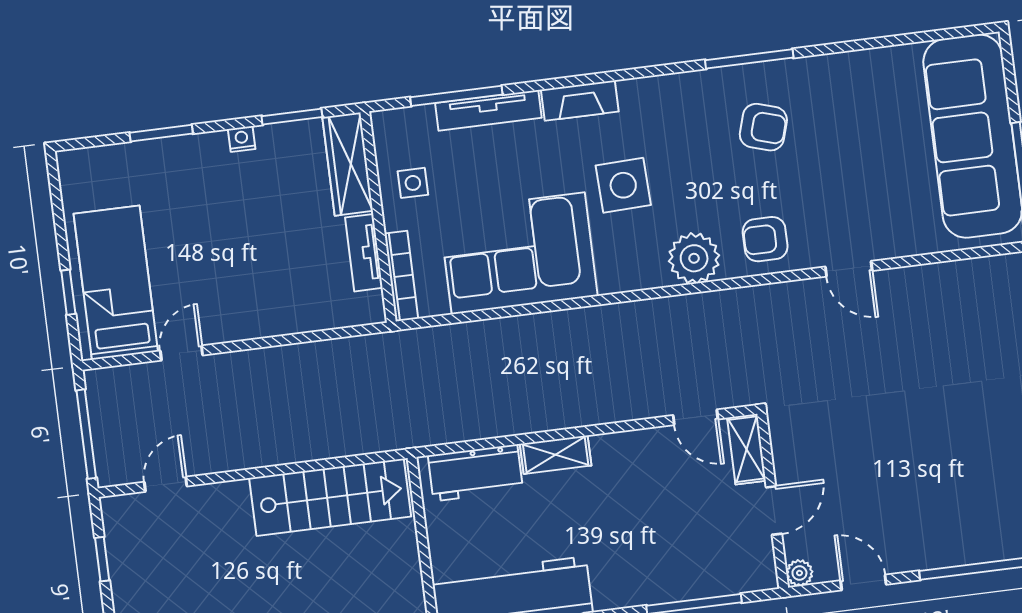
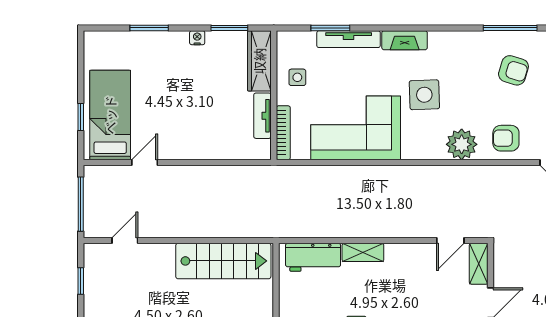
window: (456, 96) -> (330, 28), width x0.69
door: (695, 417) -> (450, 240), hinge flipped

